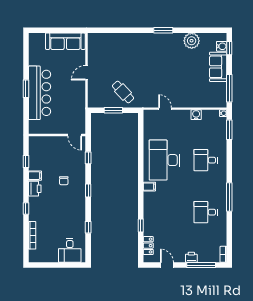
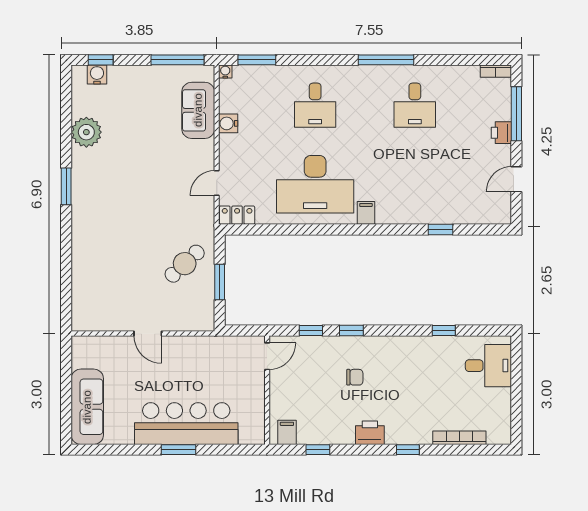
sofa: (65, 41) -> (87, 407), moved
sofa: (218, 67) -> (198, 110), moved, turned 90
filing cabinet: (35, 176) -> (287, 432), moved
window: (88, 191) -> (351, 330), moved
locker: (148, 246) -> (237, 215), moved

